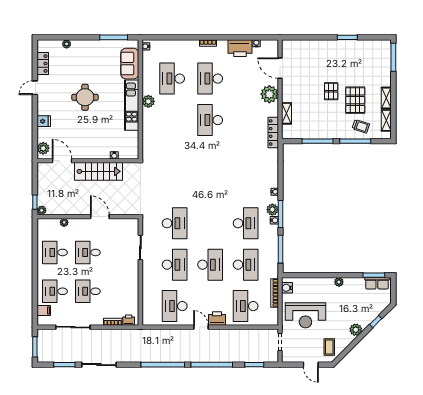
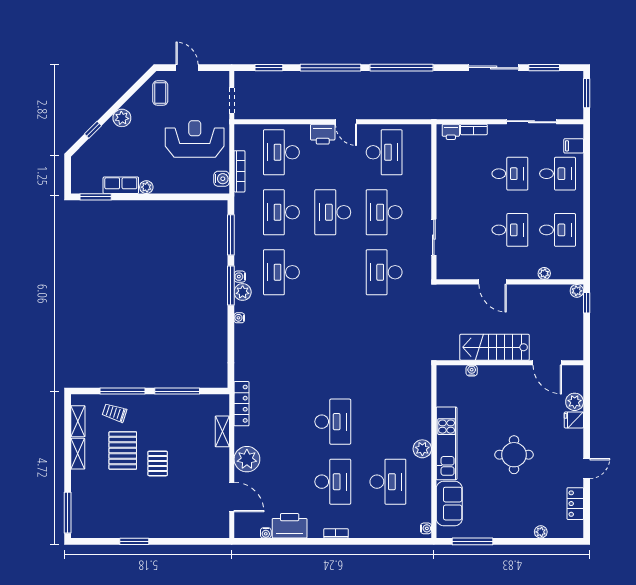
plant: (43, 148) -> (575, 402), moved
row of seats: (377, 283) -> (121, 185), moved
desk: (246, 306) -> (281, 152), turned 180

